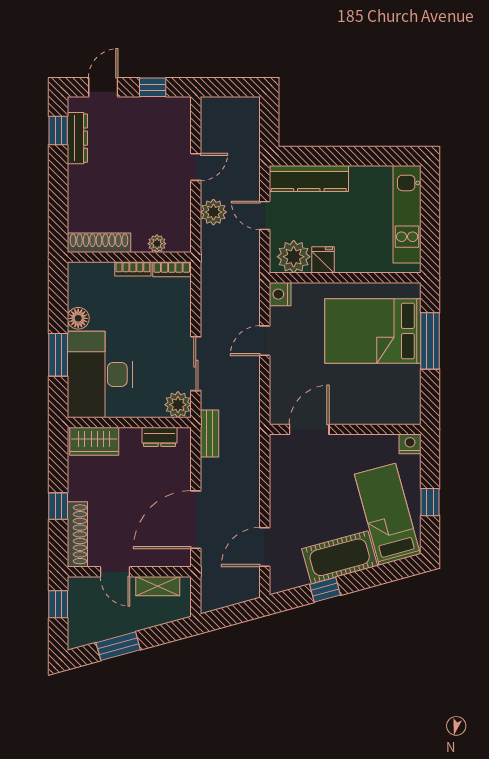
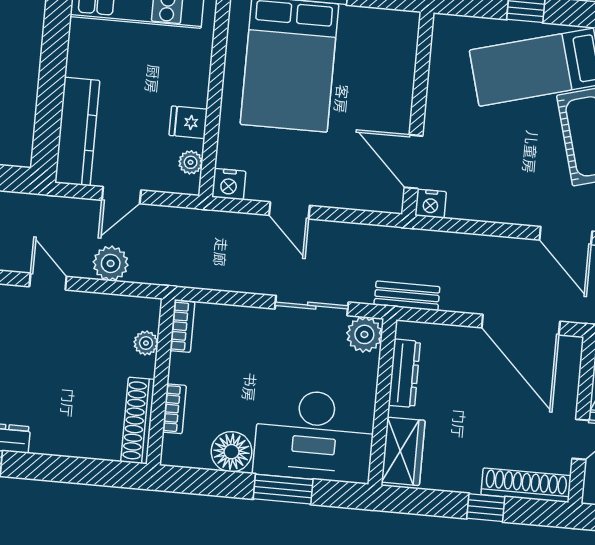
plant: (294, 257) -> (191, 162), width x0.53, depth x0.53
bookcase: (133, 269) -> (174, 409), moved
floor lamp: (78, 318) -> (231, 452), width x1.38, depth x1.38
dresser: (160, 437) -> (404, 373), width x1.44
nightstand: (410, 444) -> (431, 204), moved, turned -90

